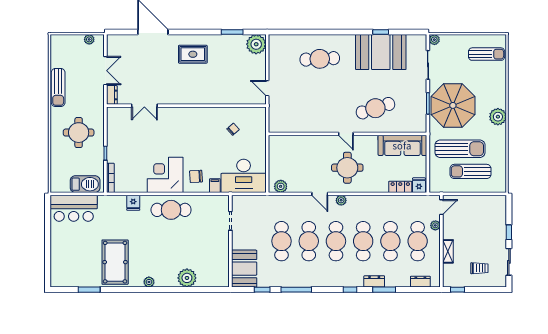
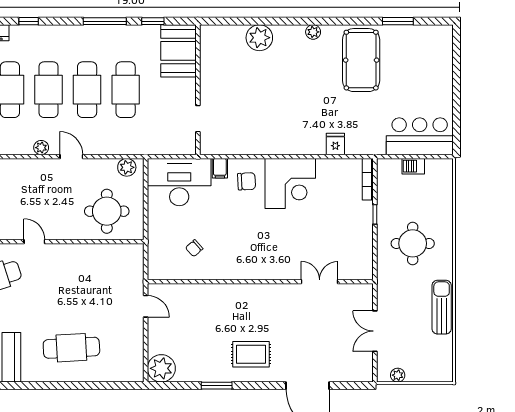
window: (232, 32) -> (217, 386), moved
dresser: (112, 95) -> (366, 297), removed
round table: (347, 168) -> (107, 211), moved
barbecue: (85, 184) -> (413, 166), width x0.53, depth x0.65
cafe table: (171, 210) -> (282, 134), removed

